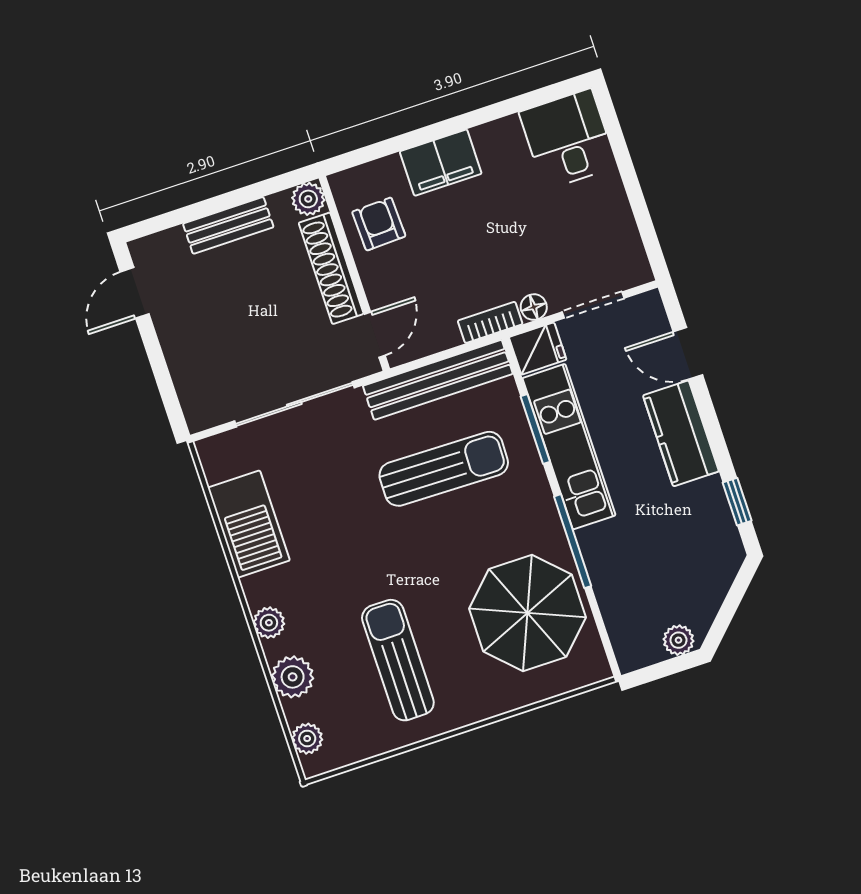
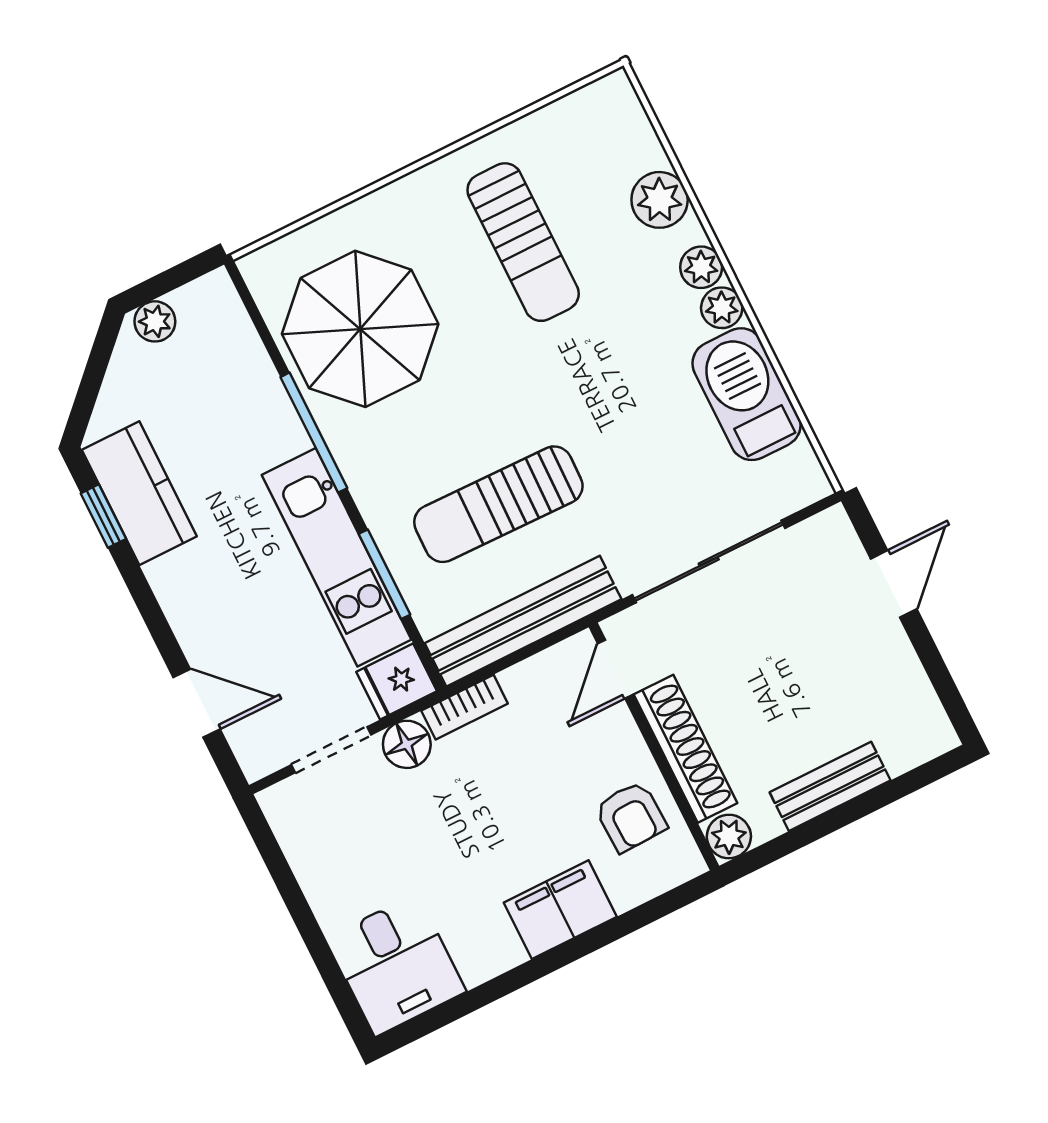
door: (135, 293) -> (894, 584), moved
floor lamp: (534, 307) -> (407, 744), width x1.37, depth x1.37
kitchen counter: (681, 433) -> (139, 493), moved
plant: (307, 739) -> (722, 308), moved

